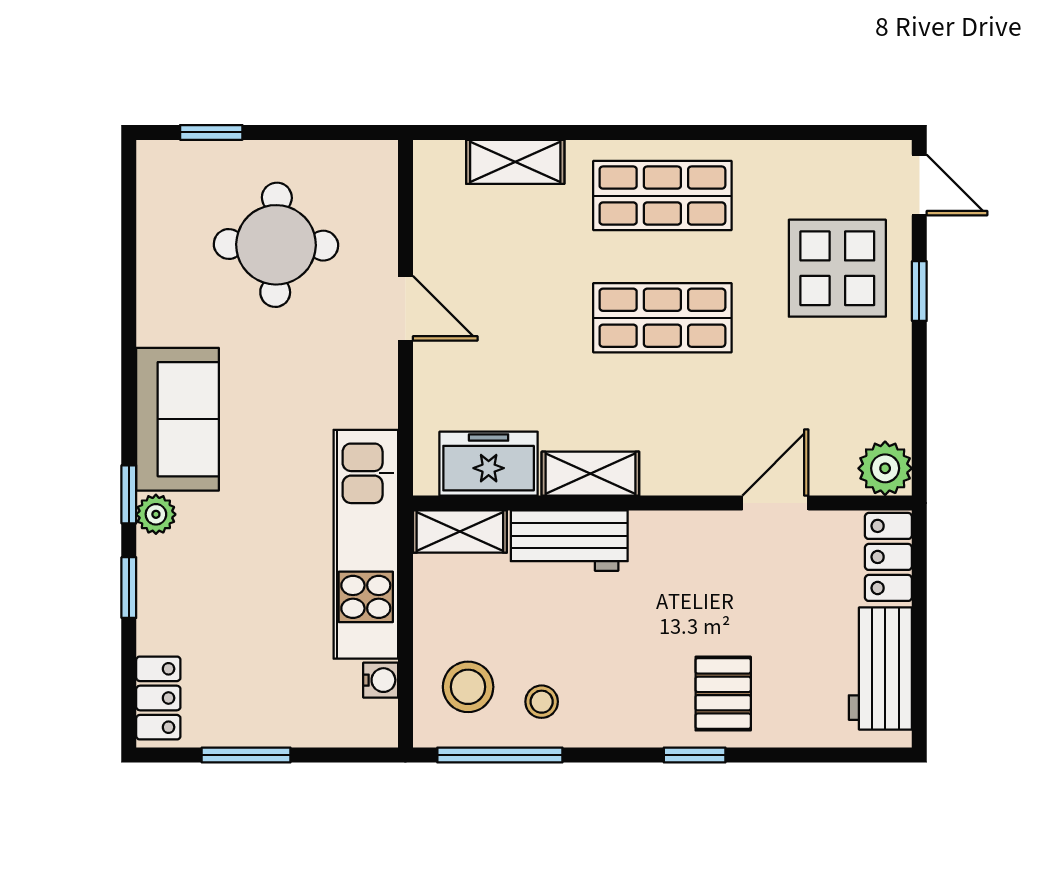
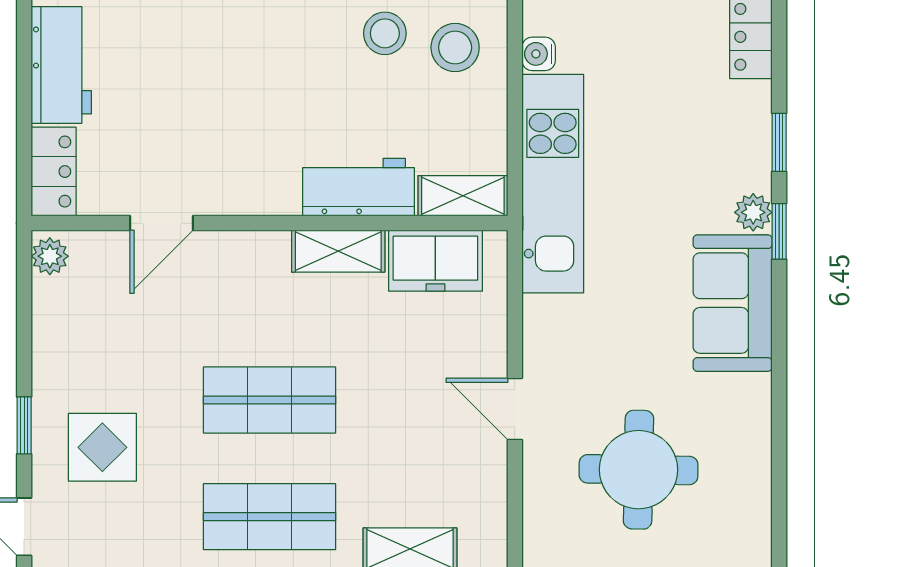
display table: (837, 268) -> (102, 447), width x0.73, depth x0.73
plant: (885, 468) -> (50, 256), width x0.73, depth x0.73
pallet: (723, 694) -> (211, 41), removed
stool: (542, 702) -> (385, 33), width x1.37, depth x1.37

